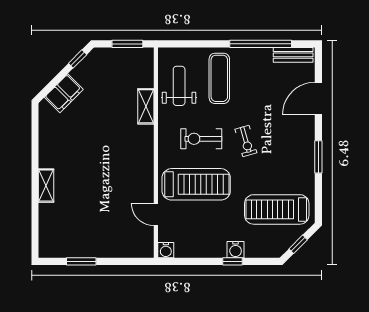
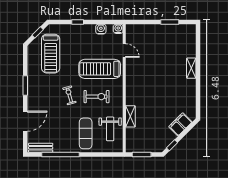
treadmill: (277, 209) -> (51, 54), turned 90
water cooler: (236, 250) -> (101, 29), moved

